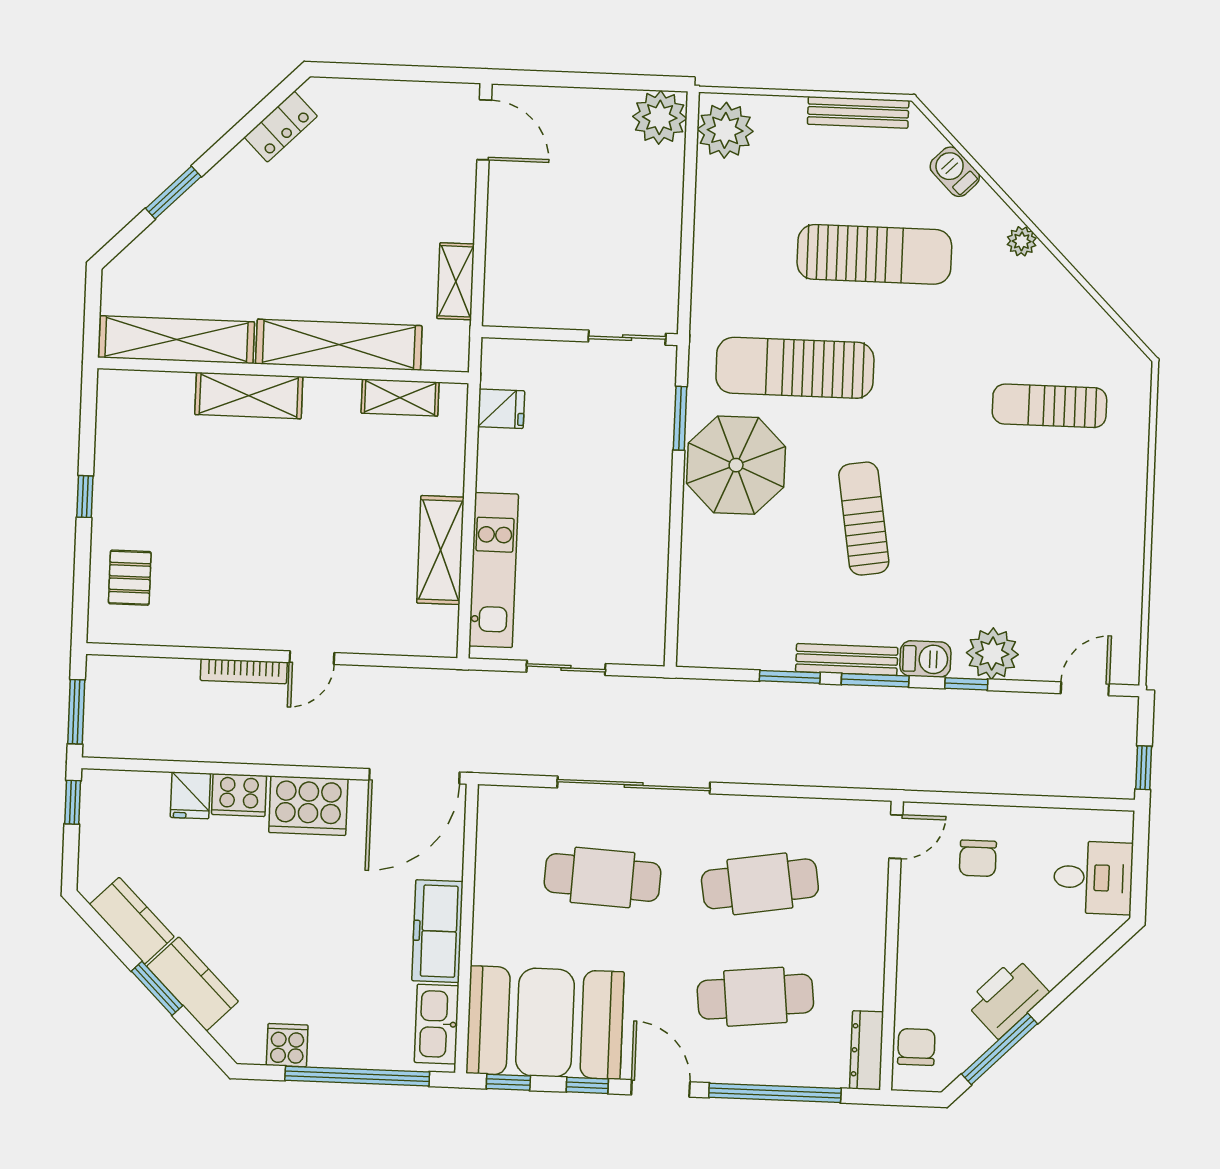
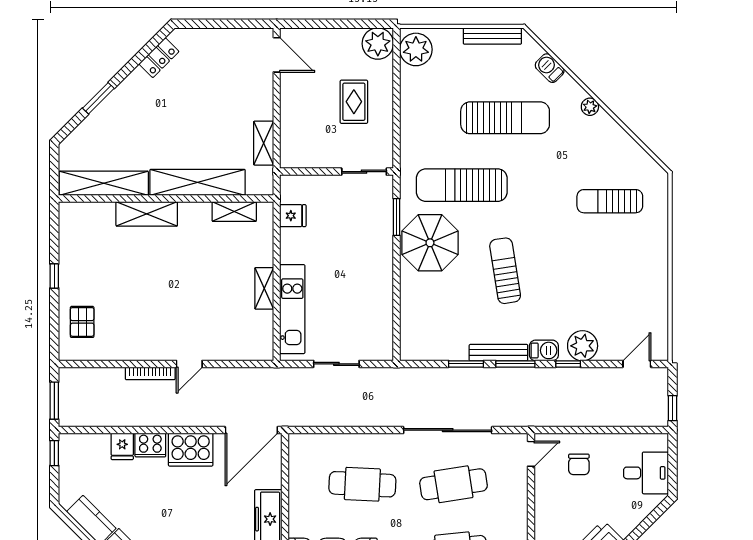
rug: (614, 216) -> (354, 102), added
shelving: (440, 550) -> (264, 288), width x0.67, depth x0.75
sliding door: (634, 785) -> (448, 430), moved

